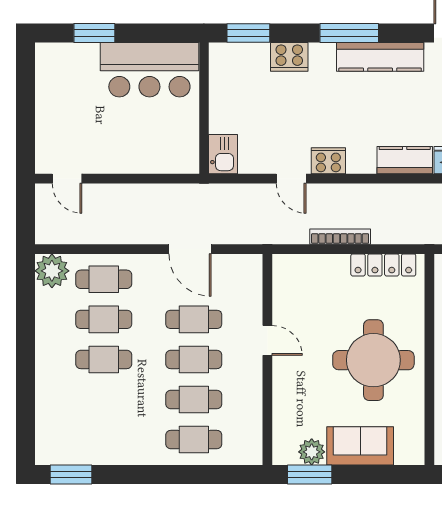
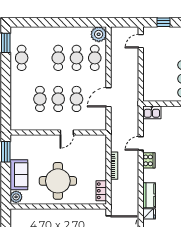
window: (26, 129) -> (163, 22), added
locker: (383, 265) -> (101, 191), width x0.66
cafe table: (194, 440) -> (22, 58), moved
plant: (312, 452) -> (16, 197), moved

